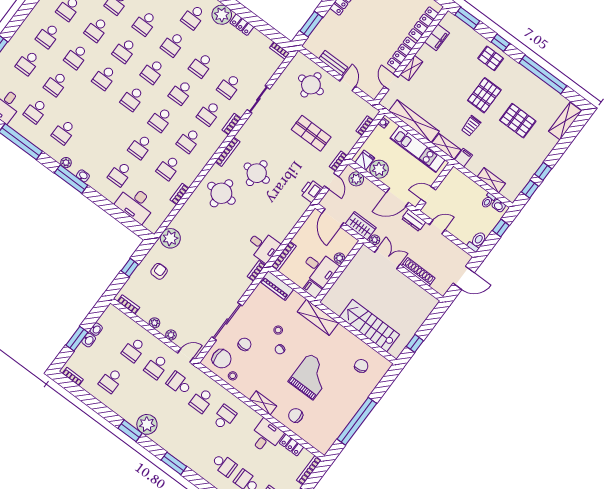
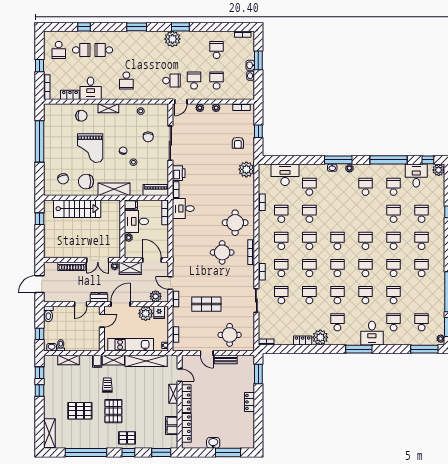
printer: (311, 191) -> (179, 173), moved
chair: (222, 359) -> (86, 182), moved
school desk: (202, 400) -> (149, 81), removed

